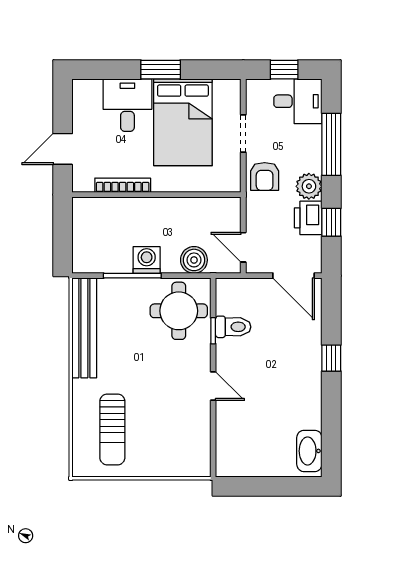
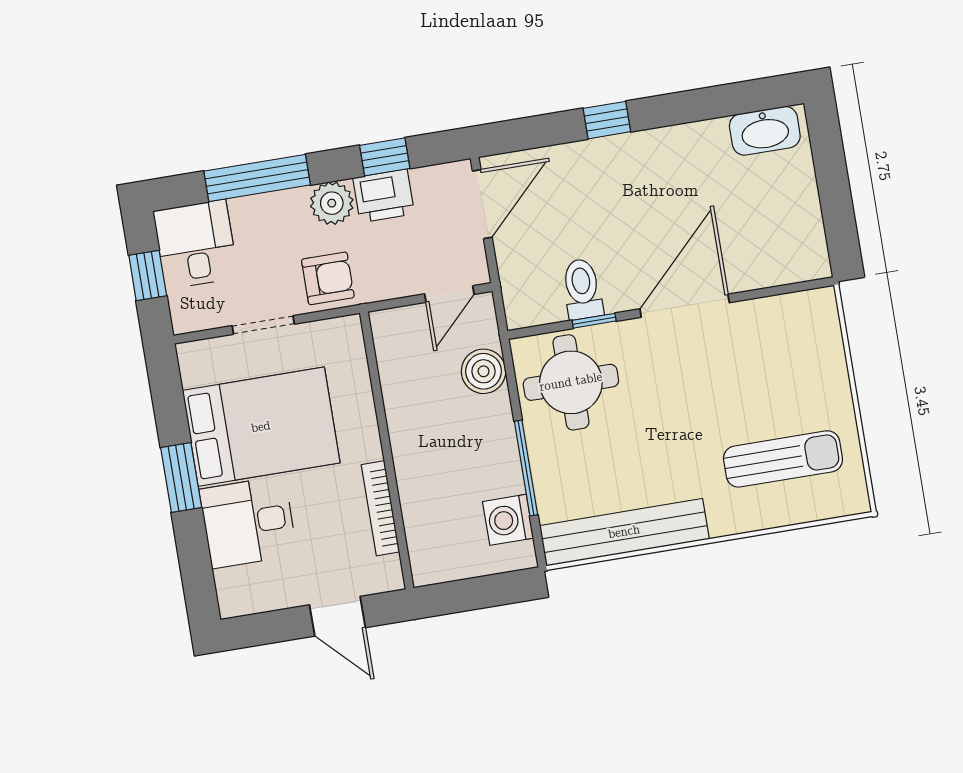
washing machine: (147, 260) -> (508, 520), moved
door: (213, 386) -> (685, 306), width x1.87

